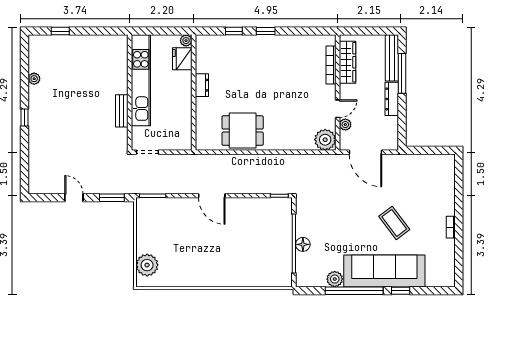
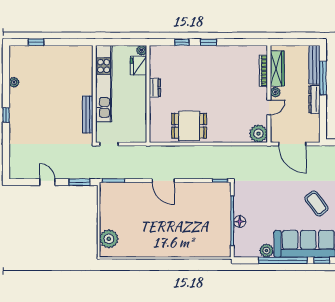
bench: (122, 111) -> (88, 114), width x1.36
plant: (345, 125) -> (275, 92), moved

